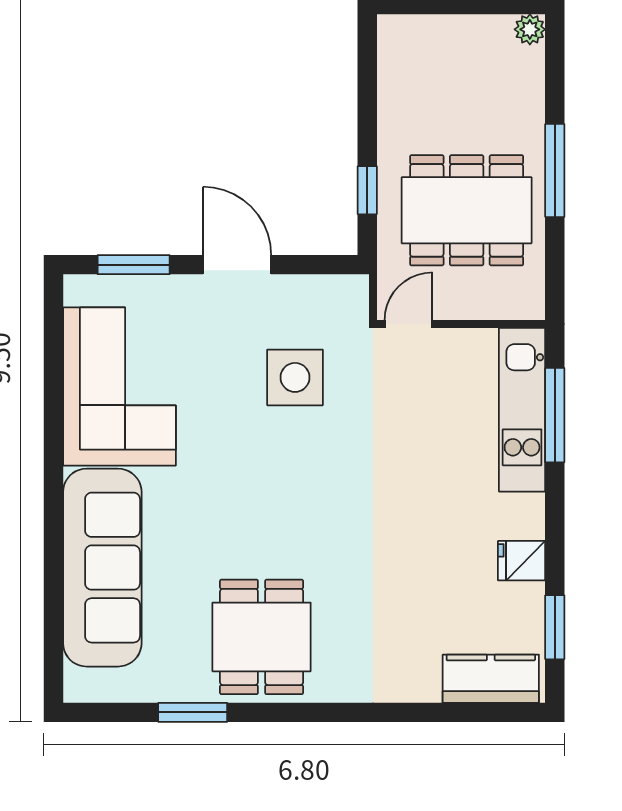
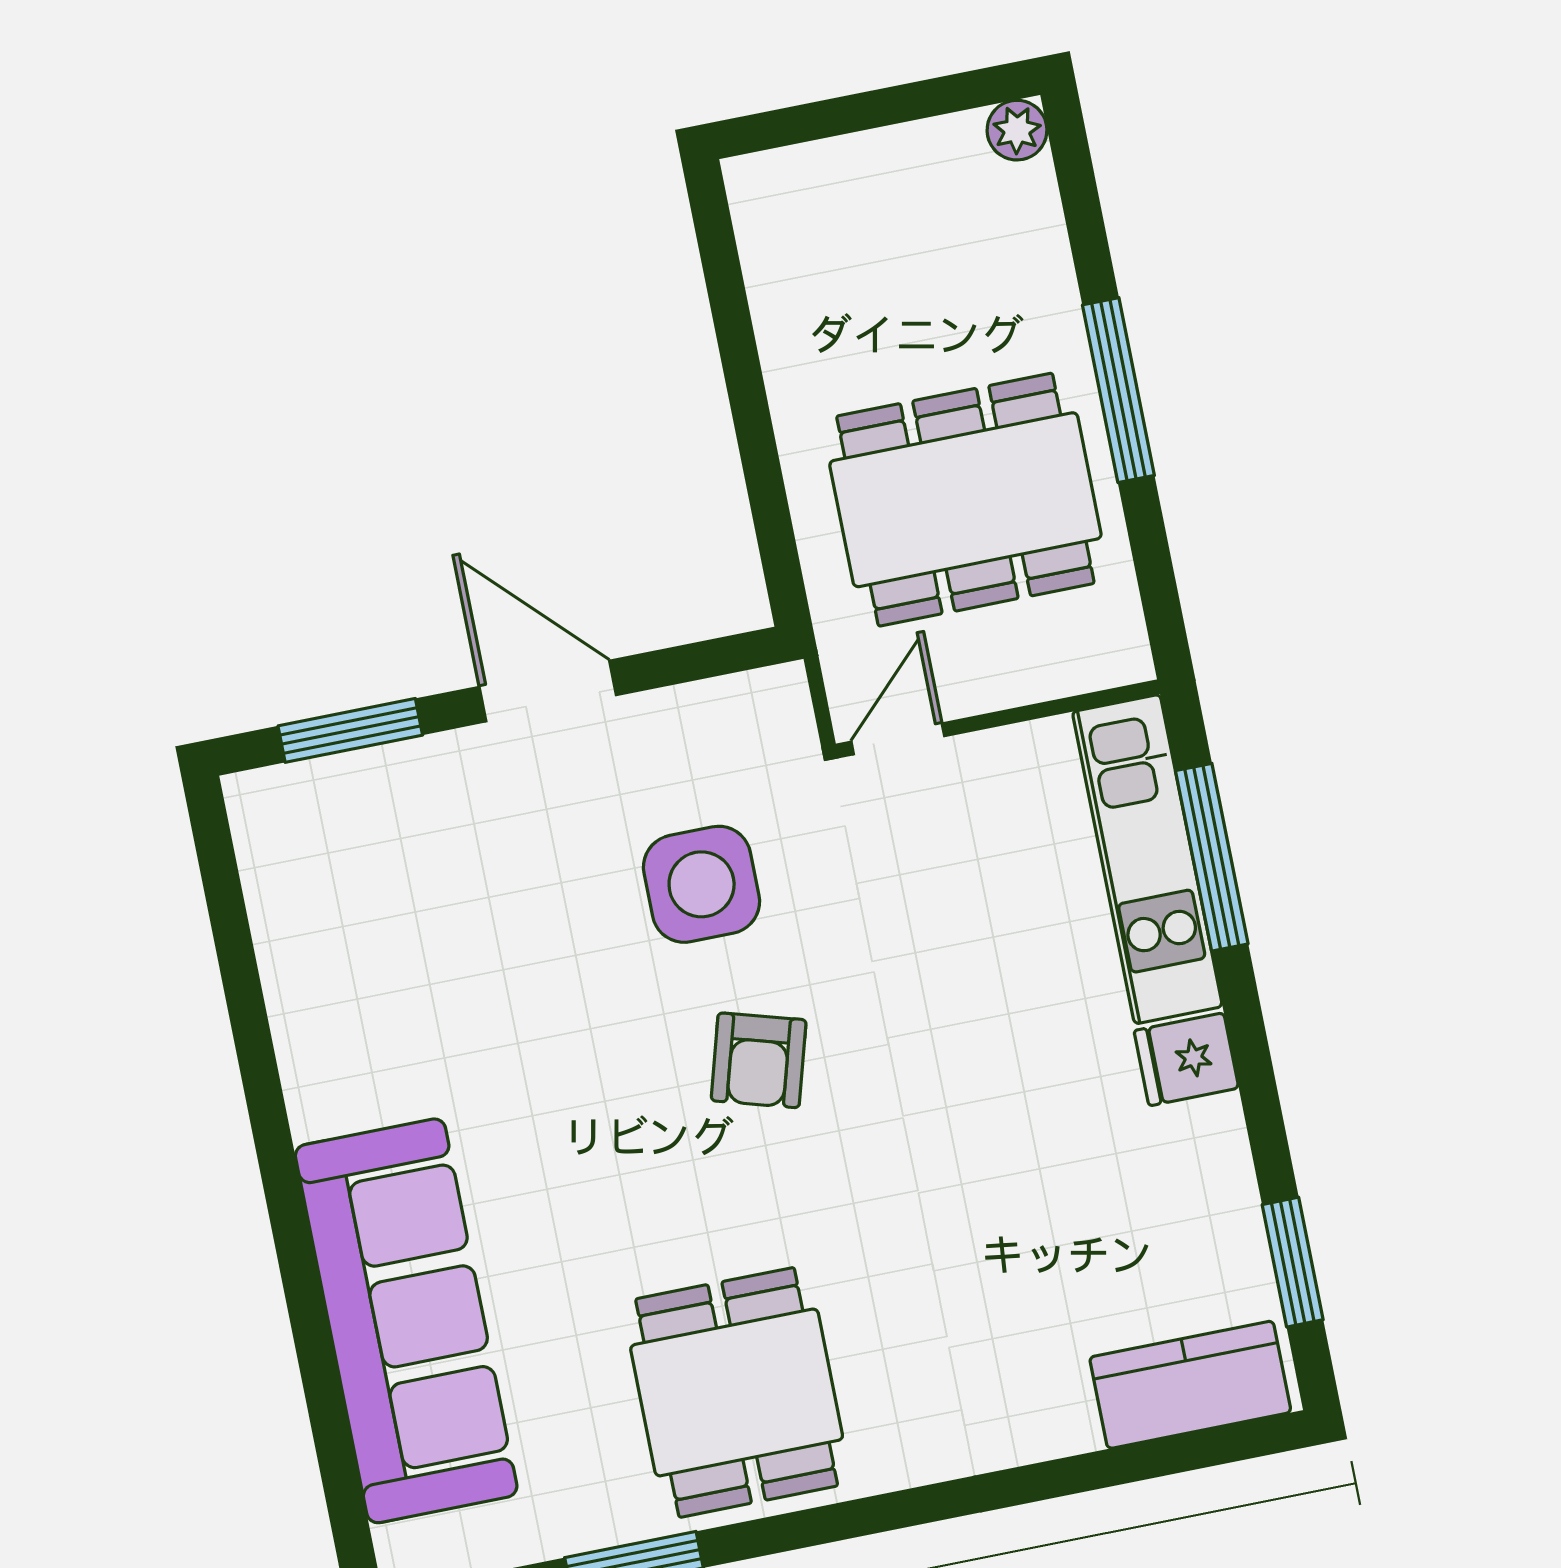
window: (367, 190) -> (768, 499), removed
corner sofa: (119, 386) -> (370, 968), removed
armchair: (306, 472) -> (759, 1060), added
fridge: (522, 561) -> (1186, 1059), moved

